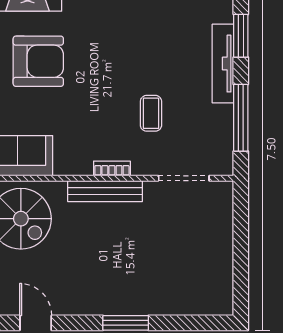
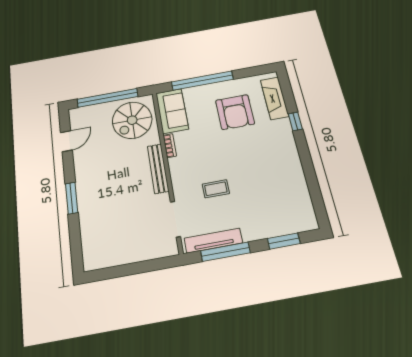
tv unit: (223, 64) -> (213, 241), moved
bookcase: (112, 168) -> (170, 146), moved

